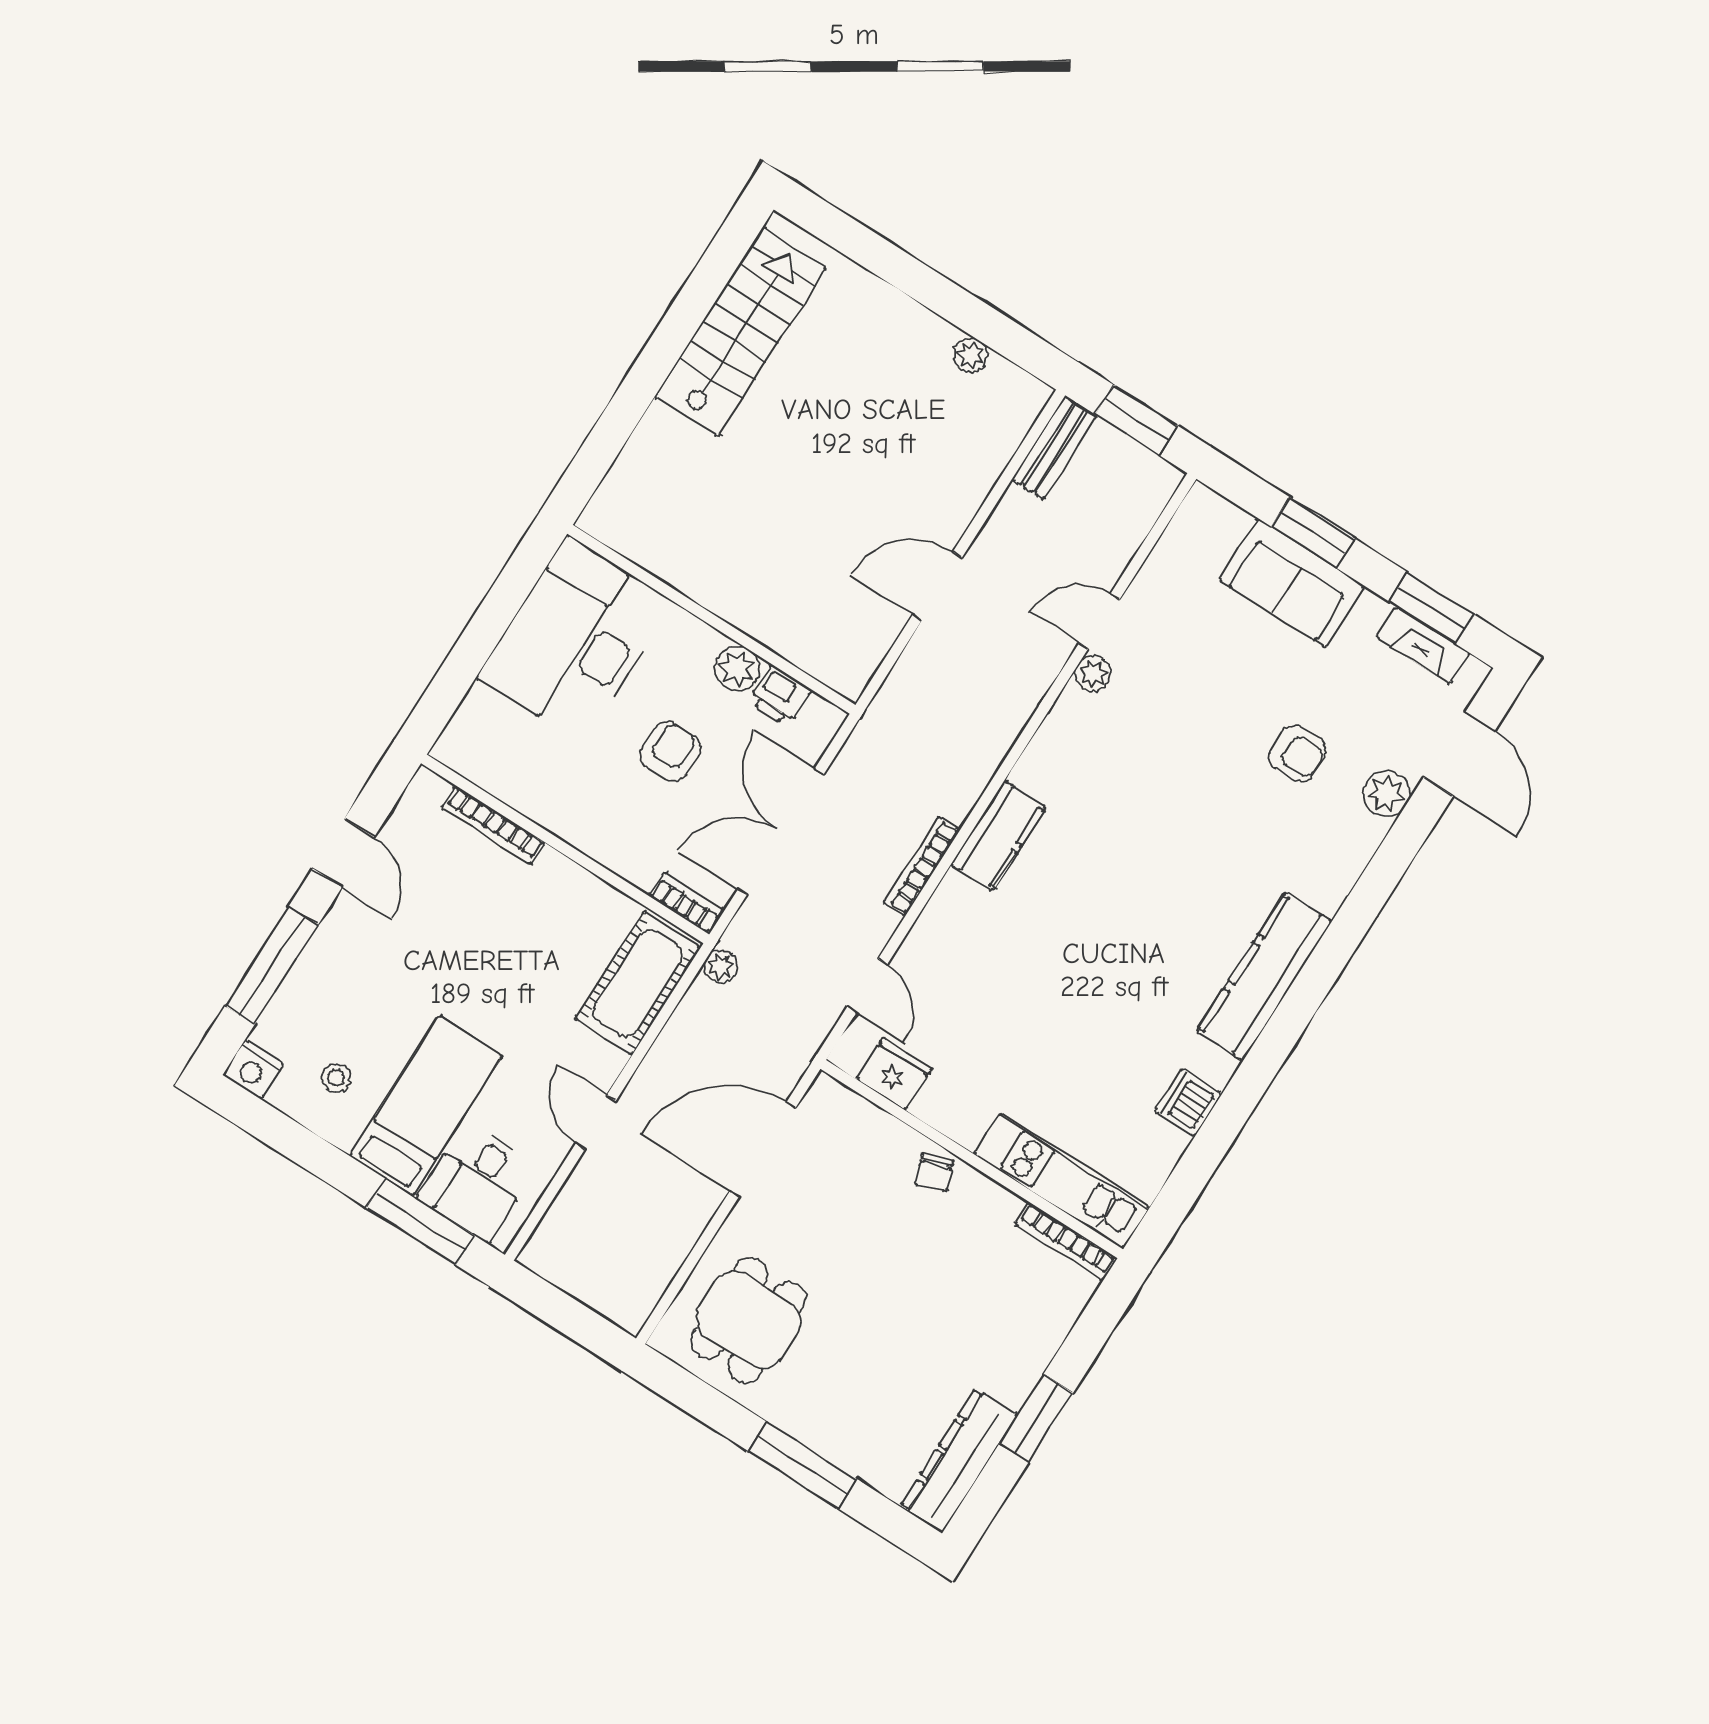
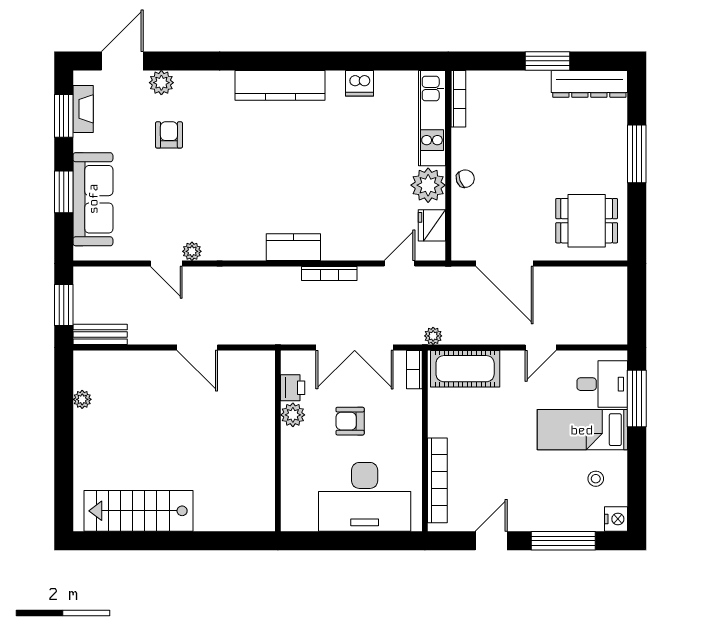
sofa: (1292, 583) -> (93, 199), width x1.36
desk: (575, 640) -> (365, 497), moved
bookcase: (493, 825) -> (437, 480), width x1.48, depth x1.31
plant: (961, 1108) -> (428, 185), added

